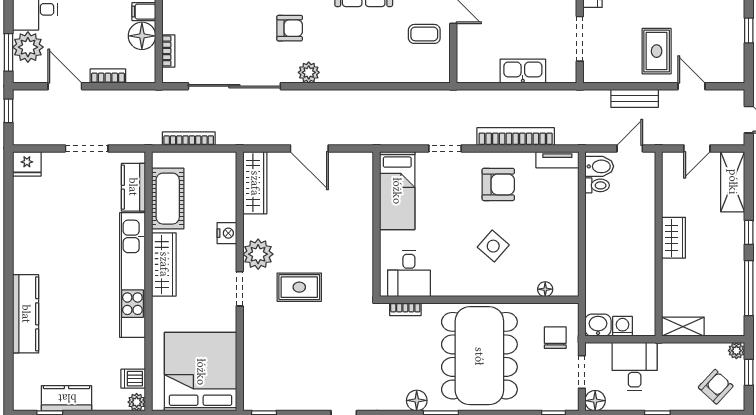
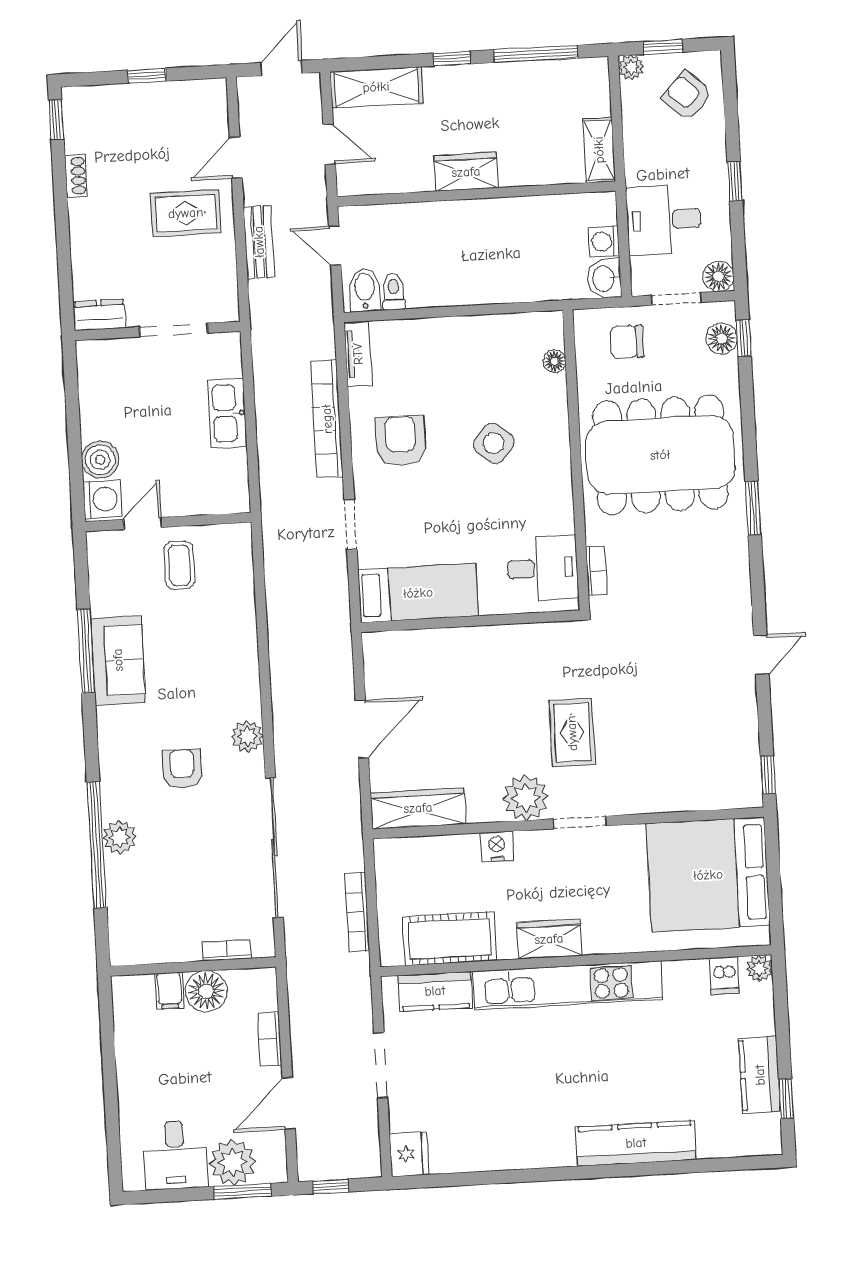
wardrobe: (164, 264) -> (549, 939), width x0.67
floor lamp: (417, 400) -> (722, 339), moved

